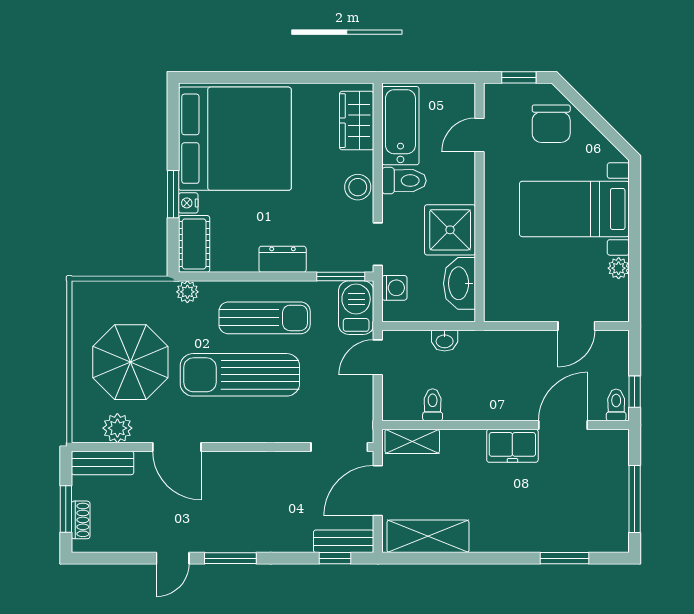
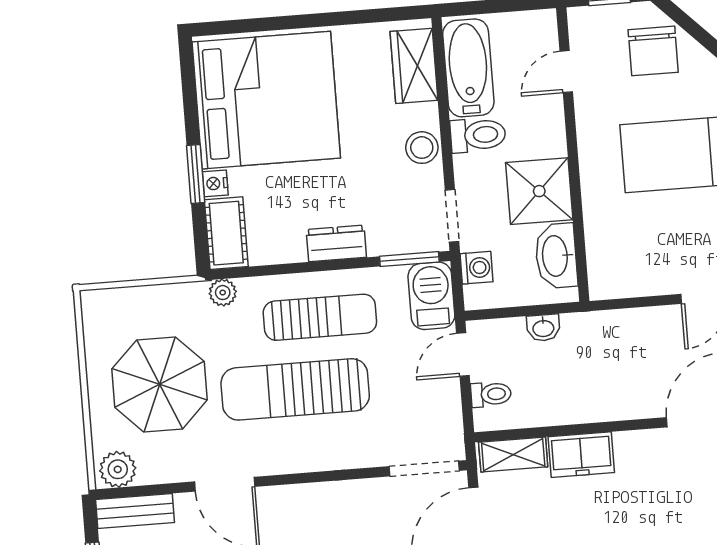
toilet: (433, 405) -> (491, 394), moved, turned 90
plant: (117, 428) -> (118, 469), moved
freezer: (512, 446) -> (581, 455), moved

